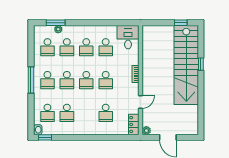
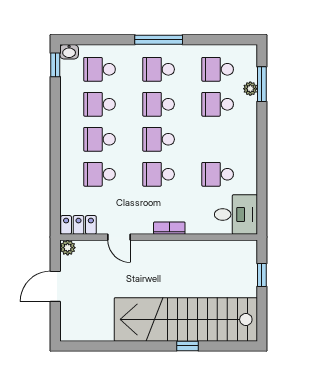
window: (181, 23) -> (262, 275), moved
school desk: (86, 47) -> (100, 139), moved

